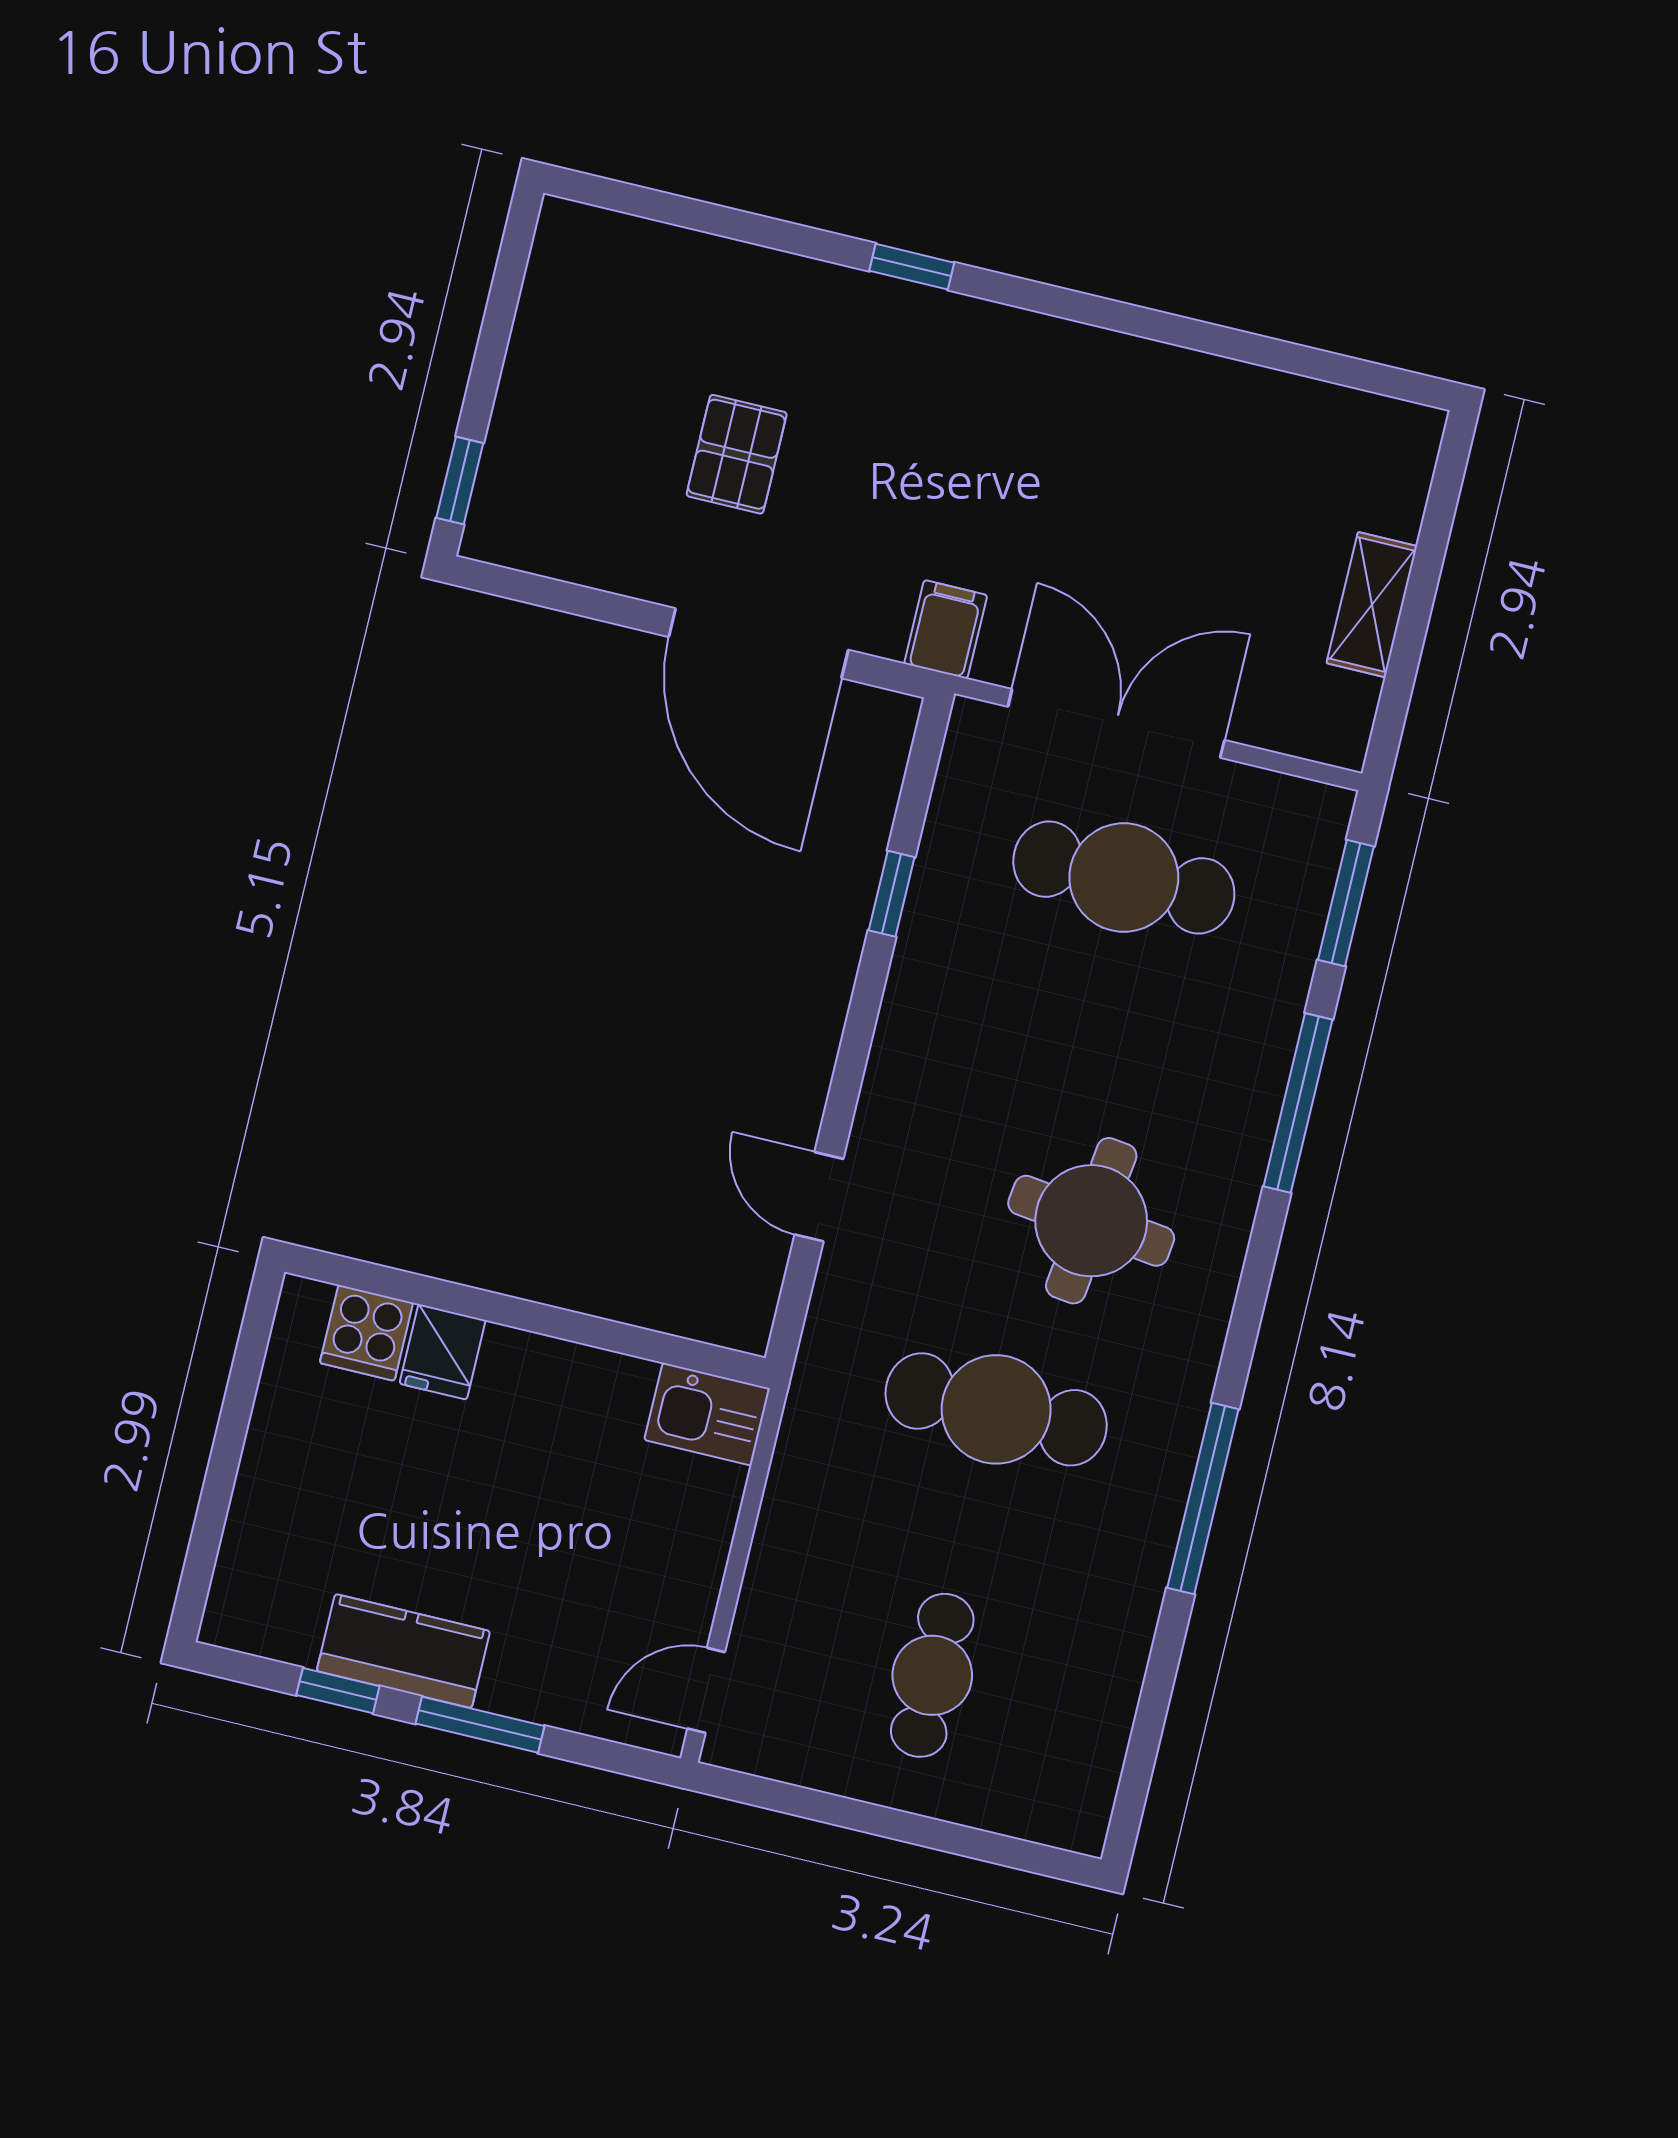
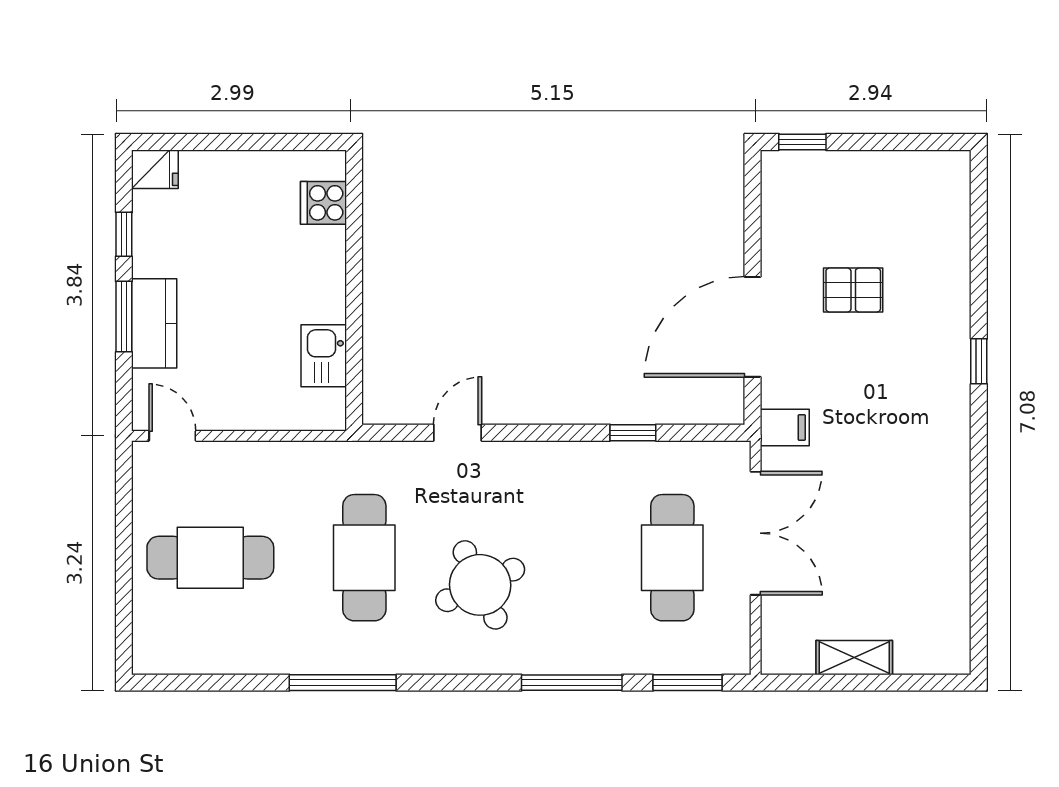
round table: (1091, 1221) -> (480, 585), turned -32
fridge: (443, 1352) -> (155, 169), moved, turned 180
kitchen sink: (707, 1414) -> (324, 356), moved
kitchen counter: (403, 1651) -> (154, 323), moved
cafe table: (932, 1675) -> (210, 558), width x1.37, depth x1.35

